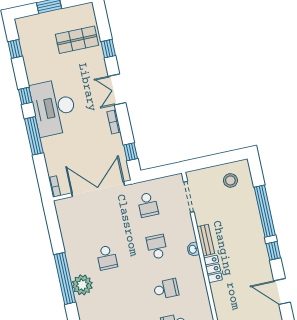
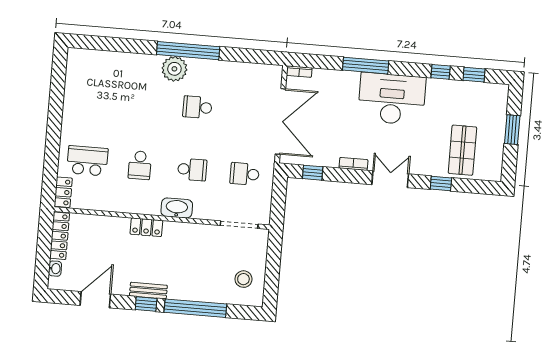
window: (25, 96) -> (441, 72), moved
bench: (206, 240) -> (148, 291), moved
washbasin: (193, 249) -> (177, 208), width x1.91, depth x1.45

